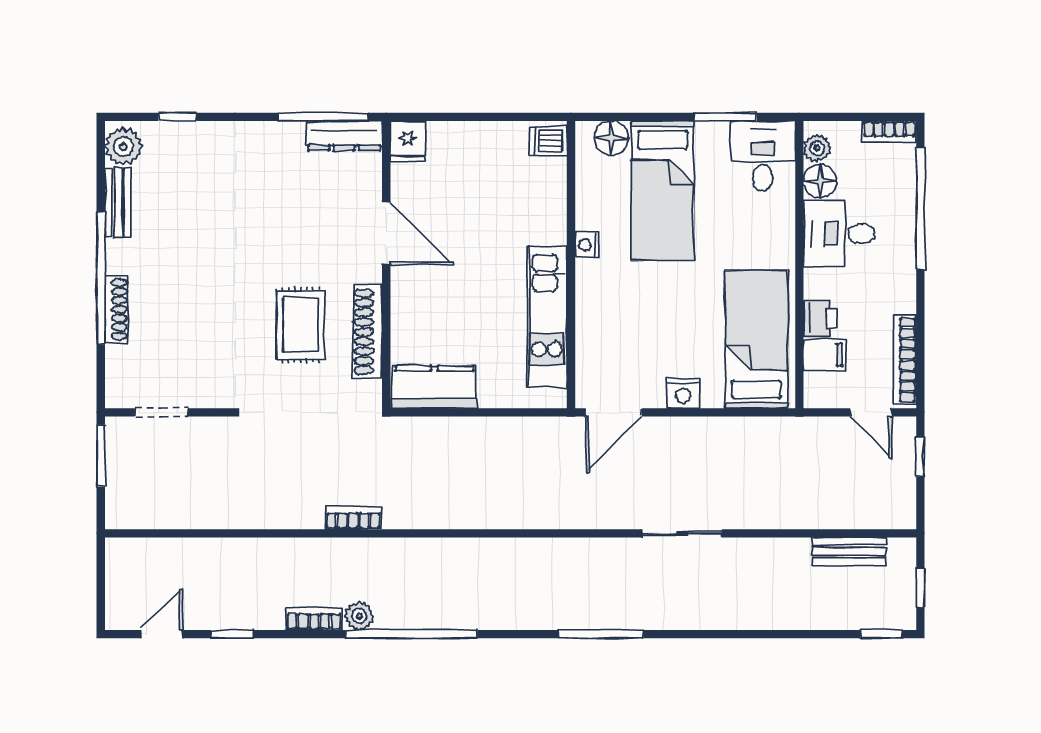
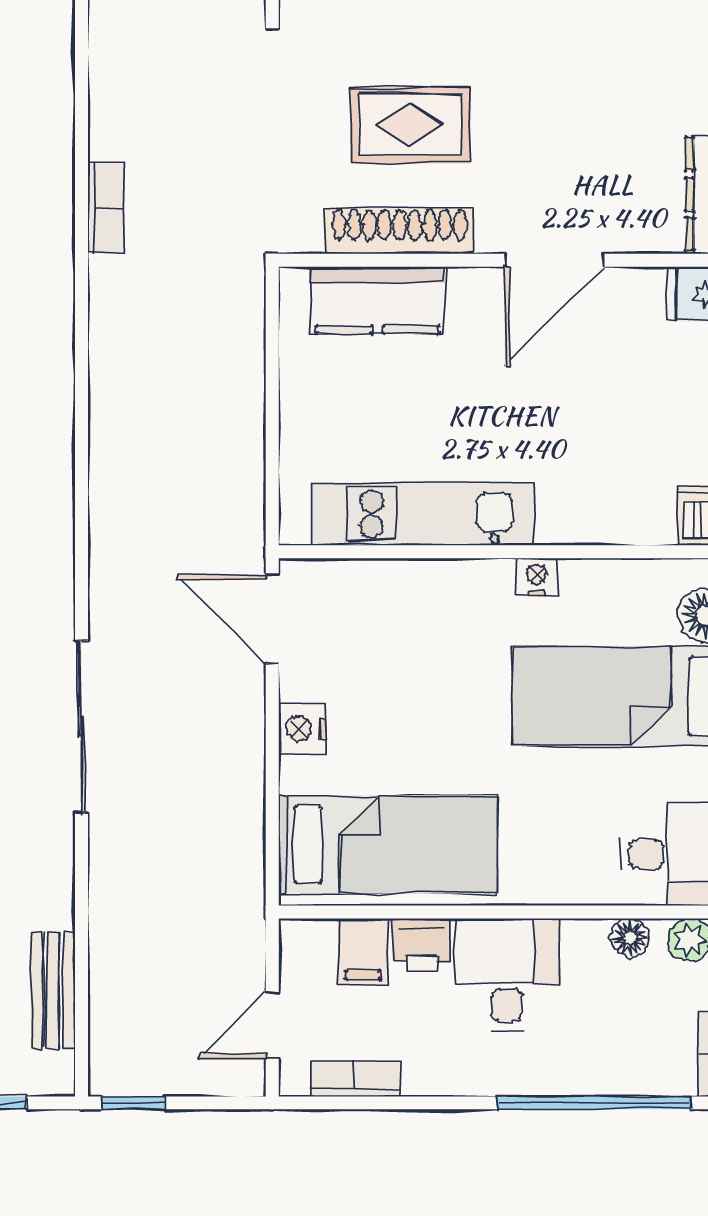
floor lamp: (820, 181) -> (630, 938), width x0.73, depth x0.73
desk: (839, 234) -> (507, 975), moved
bookcase: (905, 360) -> (355, 1079), width x0.64
kitchen counter: (434, 387) -> (378, 300), moved, turned 90
window: (920, 457) -> (133, 1103), moved
sliding door: (682, 533) -> (81, 727), width x1.37

